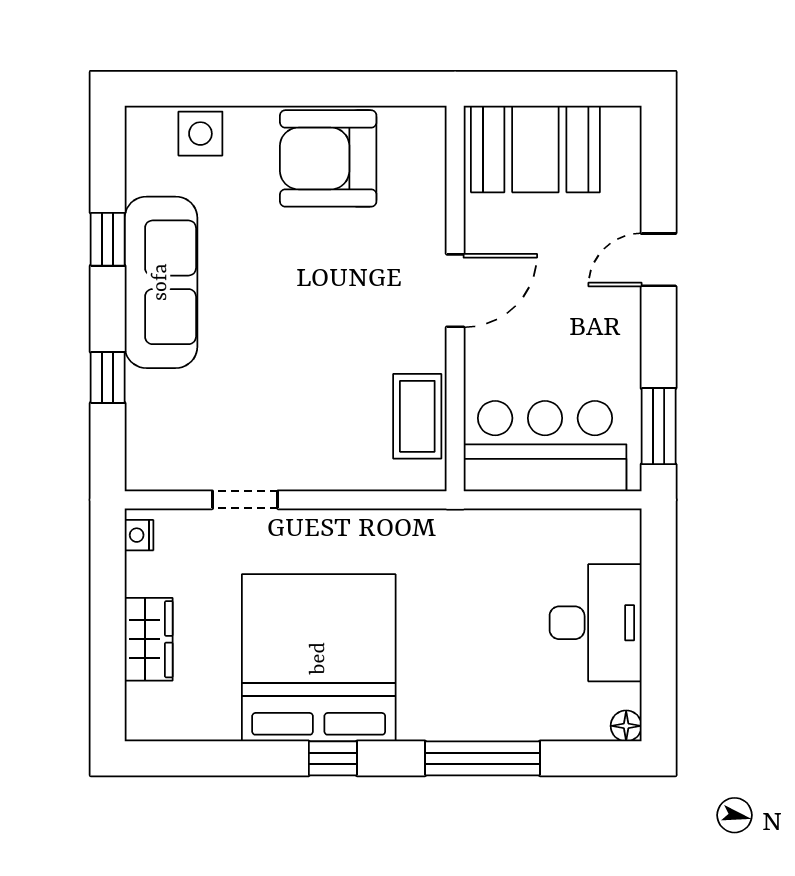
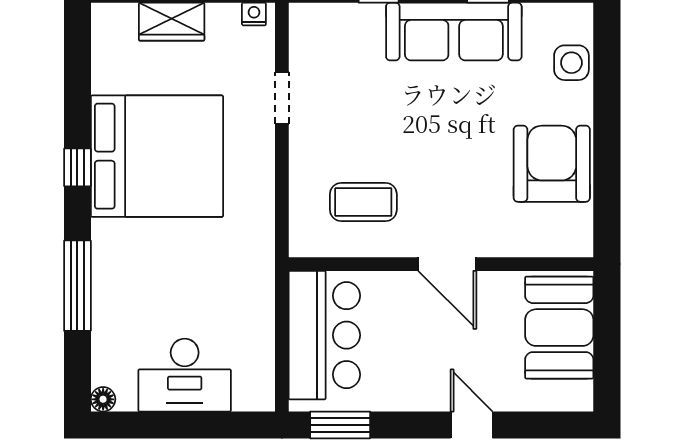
coffee table: (417, 416) -> (363, 202), moved

